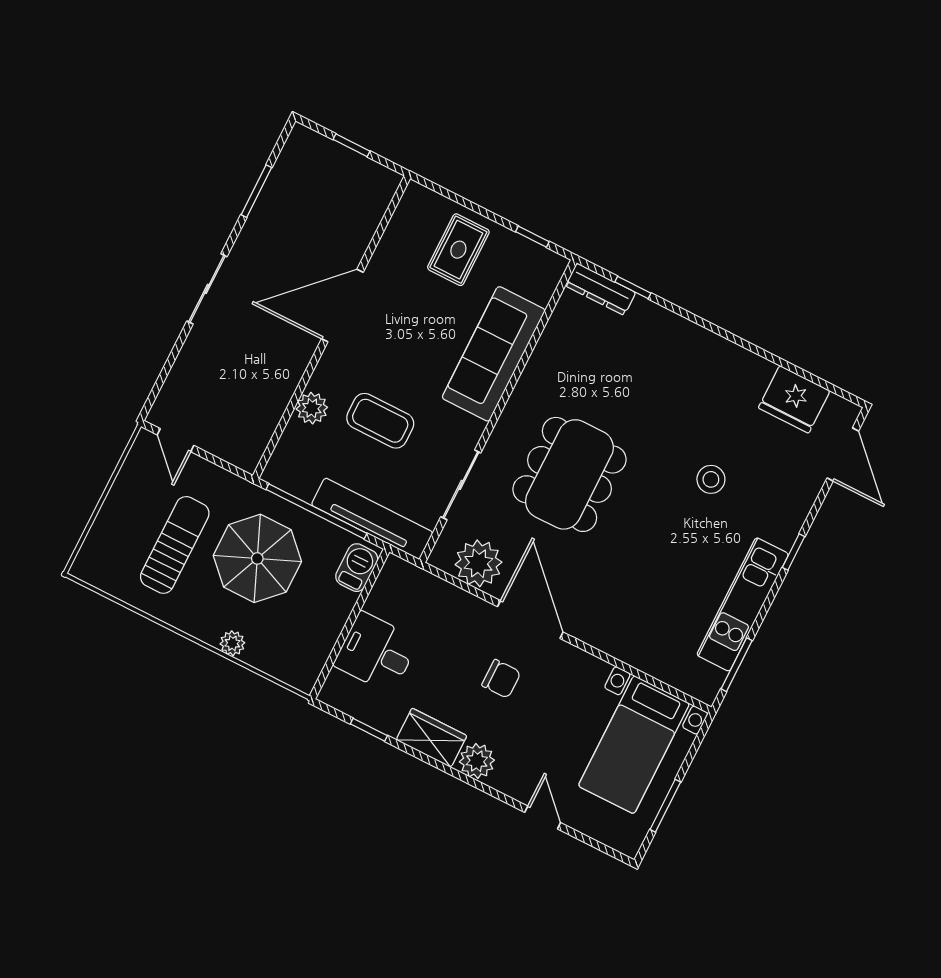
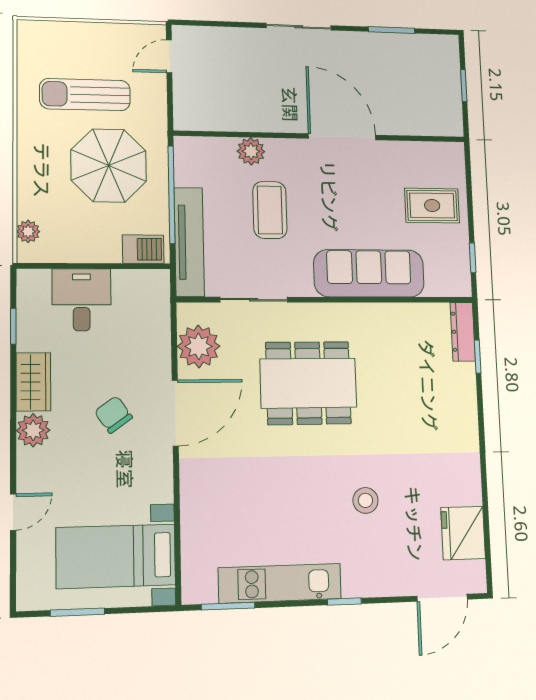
sun lounger: (175, 545) -> (85, 95), turned 180
plant: (232, 643) -> (28, 231), moved
chair: (501, 679) -> (113, 415), turned 145

